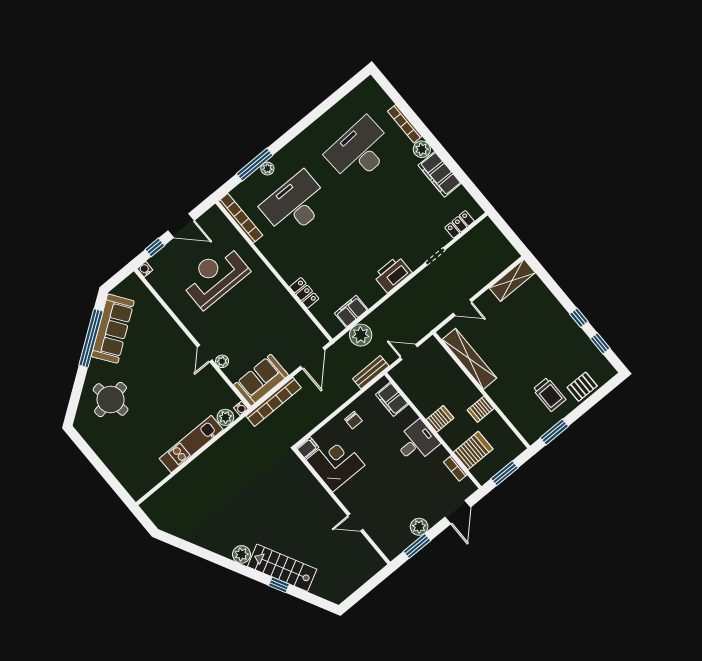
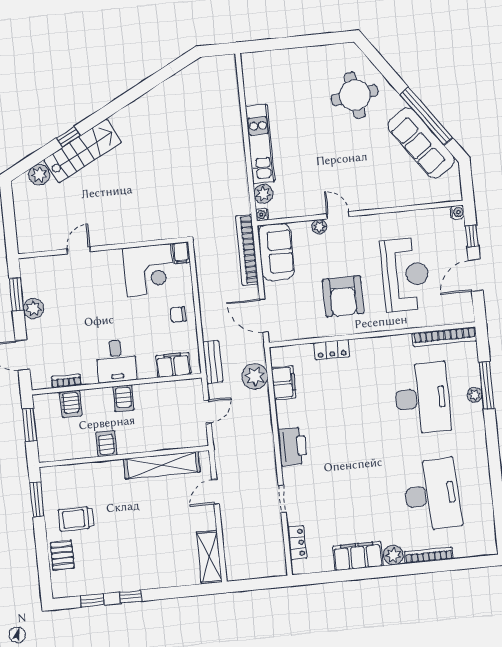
armchair: (260, 311) -> (343, 296), added
server rack: (473, 451) -> (71, 404), width x0.73, depth x0.70
plant: (241, 554) -> (39, 175), moved

